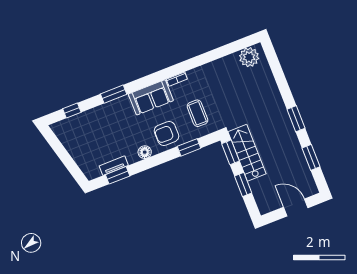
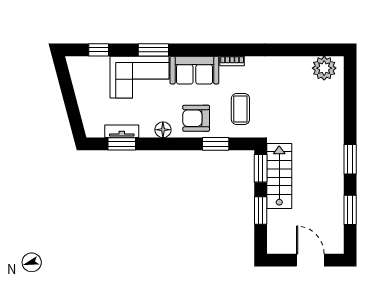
corner sofa: (111, 119) -> (139, 77), added

